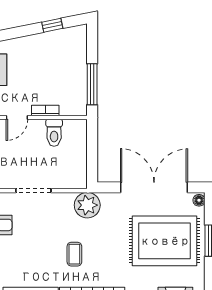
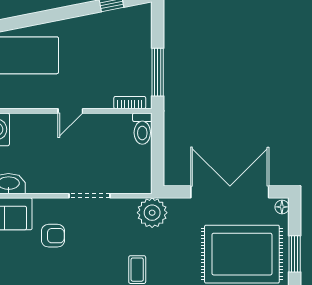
bookcase: (45, 110) -> (130, 103), moved
toilet: (54, 133) -> (142, 129), moved

